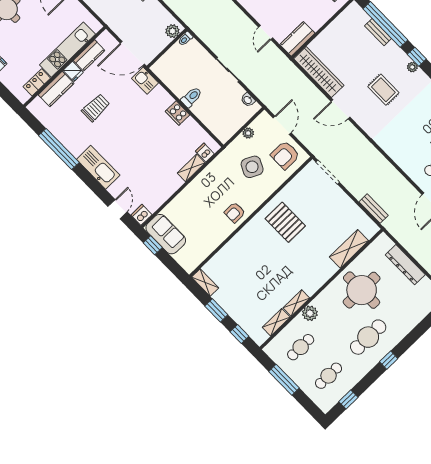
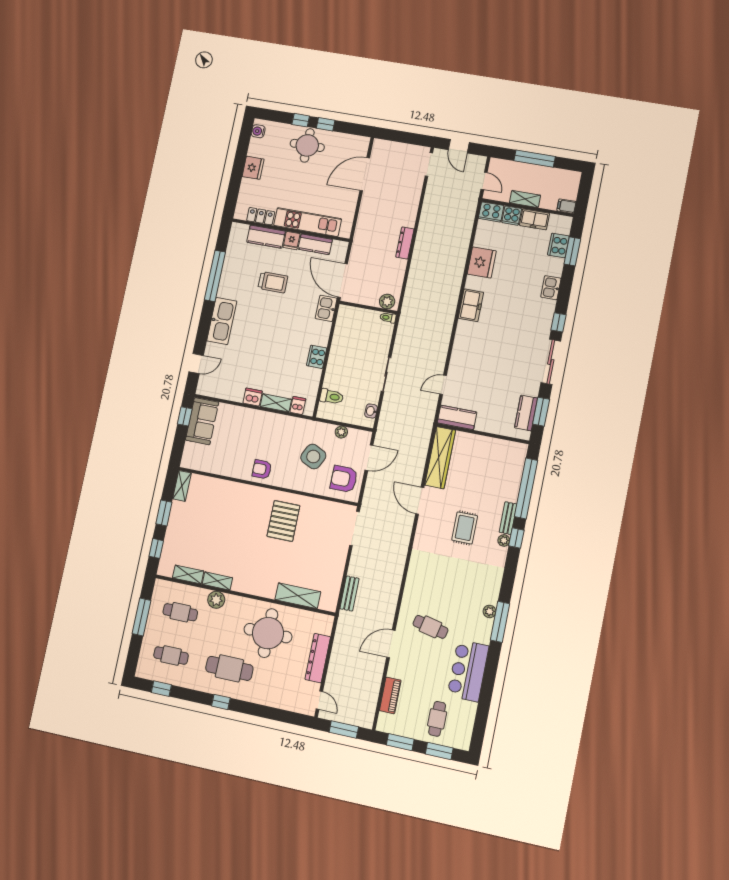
bench: (378, 32) -> (508, 518), moved
toilet: (191, 97) -> (332, 397), moved
dishwasher: (141, 215) -> (253, 397), moved

